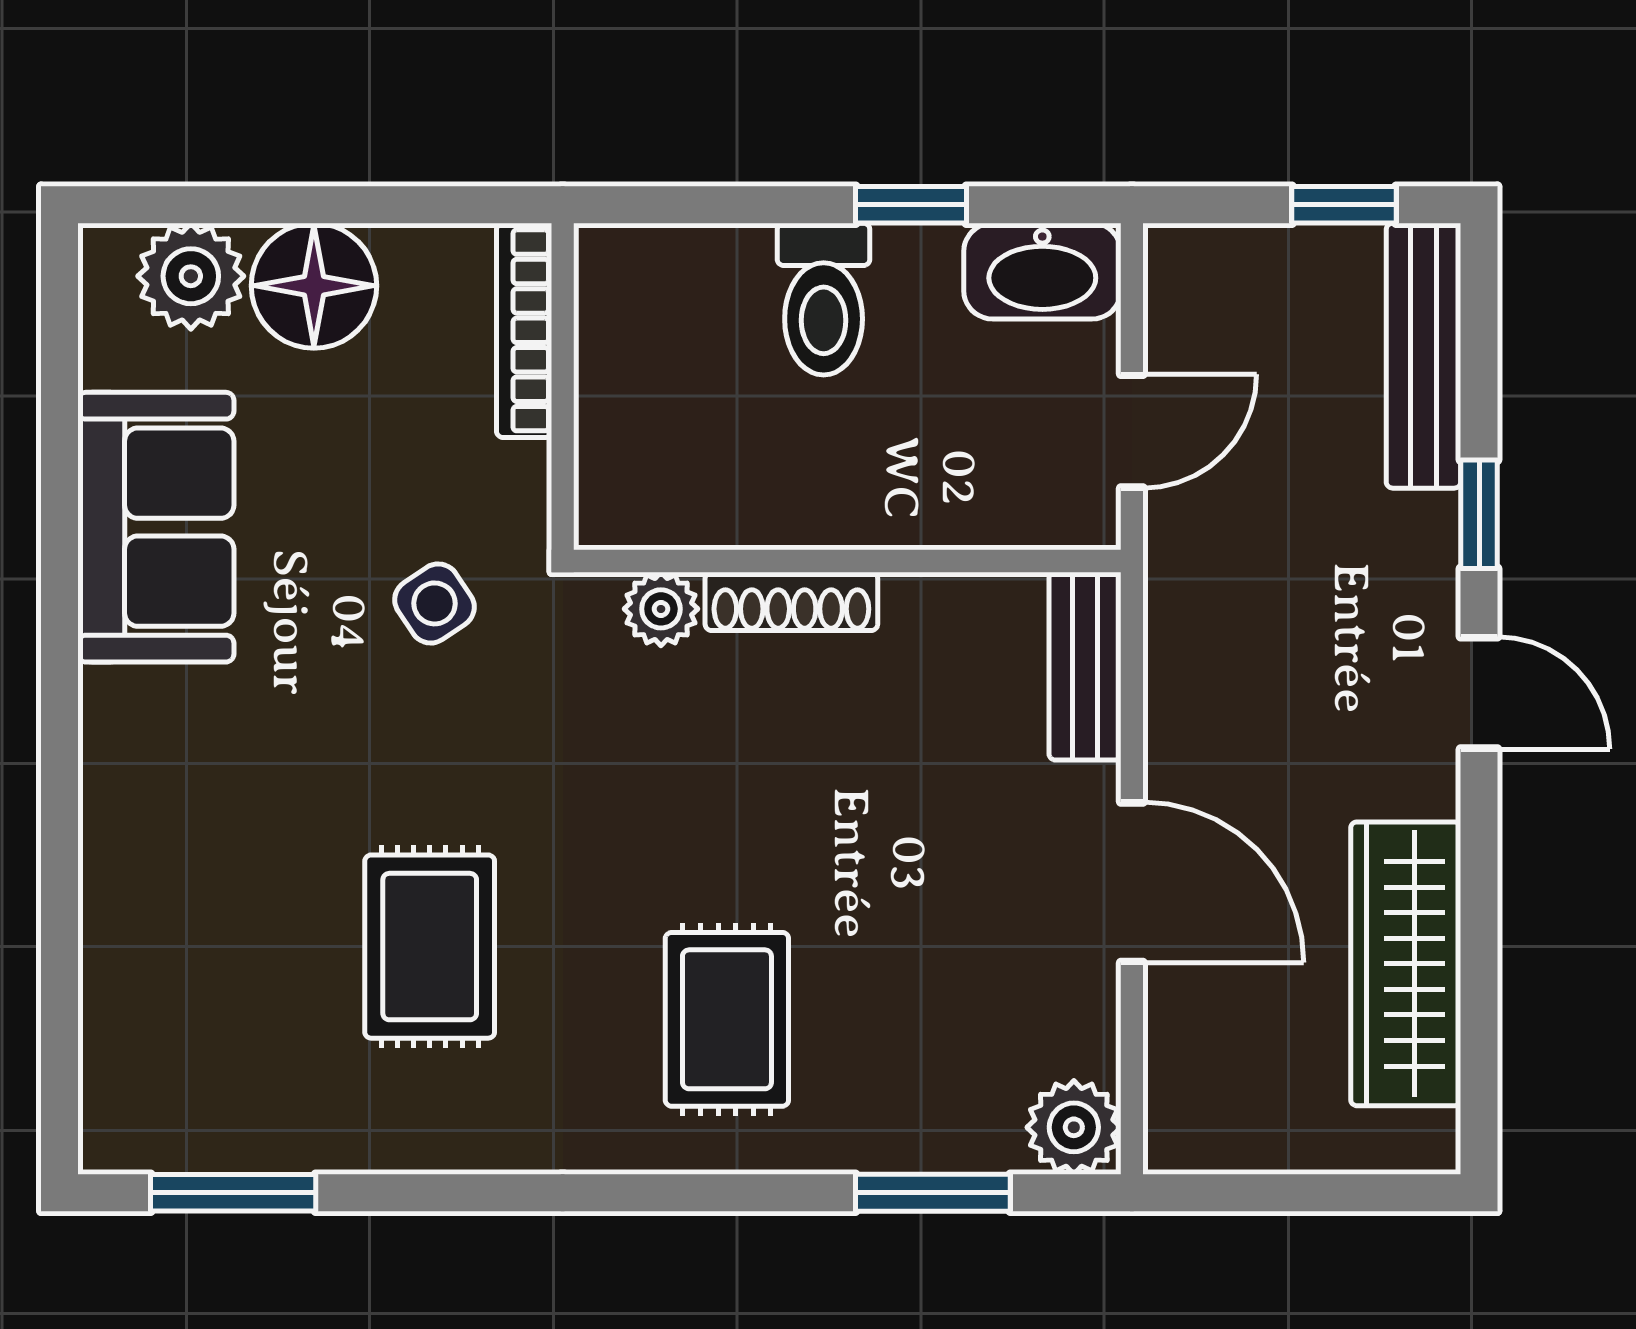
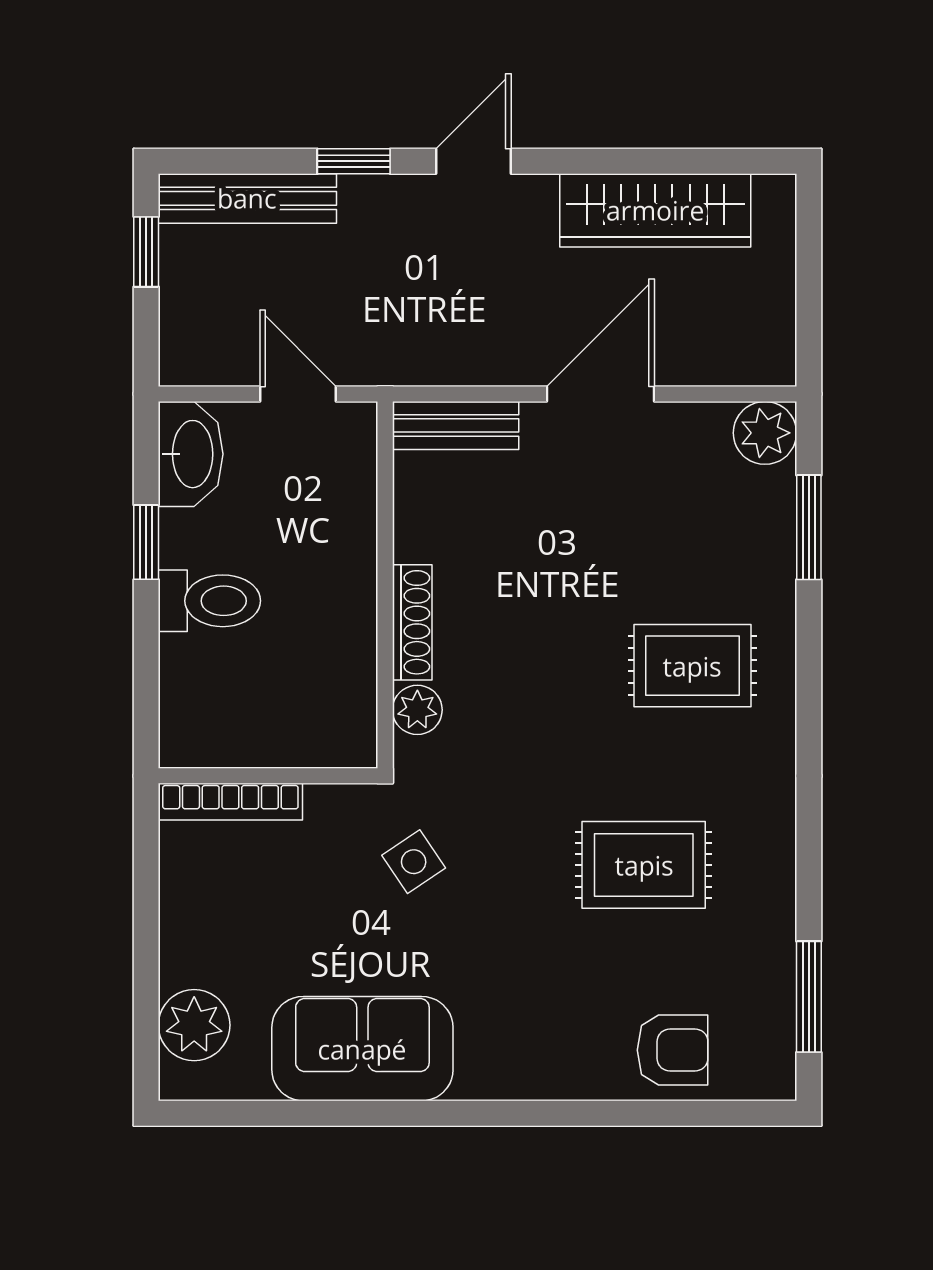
floor lamp: (314, 286) -> (200, 943), removed
armchair: (154, 990) -> (673, 1050), added

